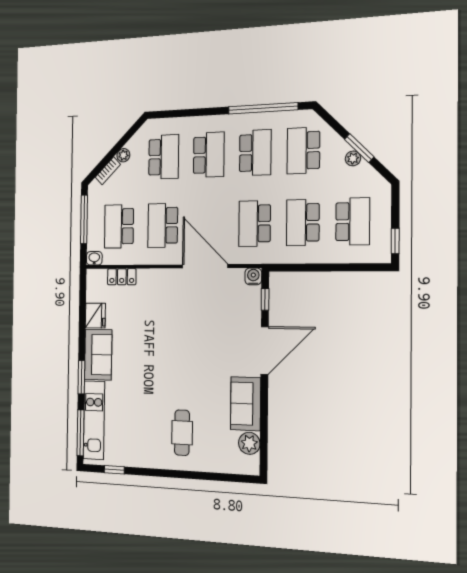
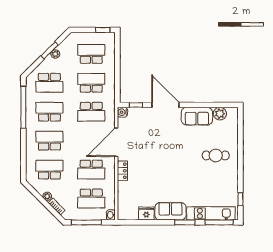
school desk: (303, 222) -> (91, 83), turned 180
locker: (122, 277) -> (122, 171), moved

